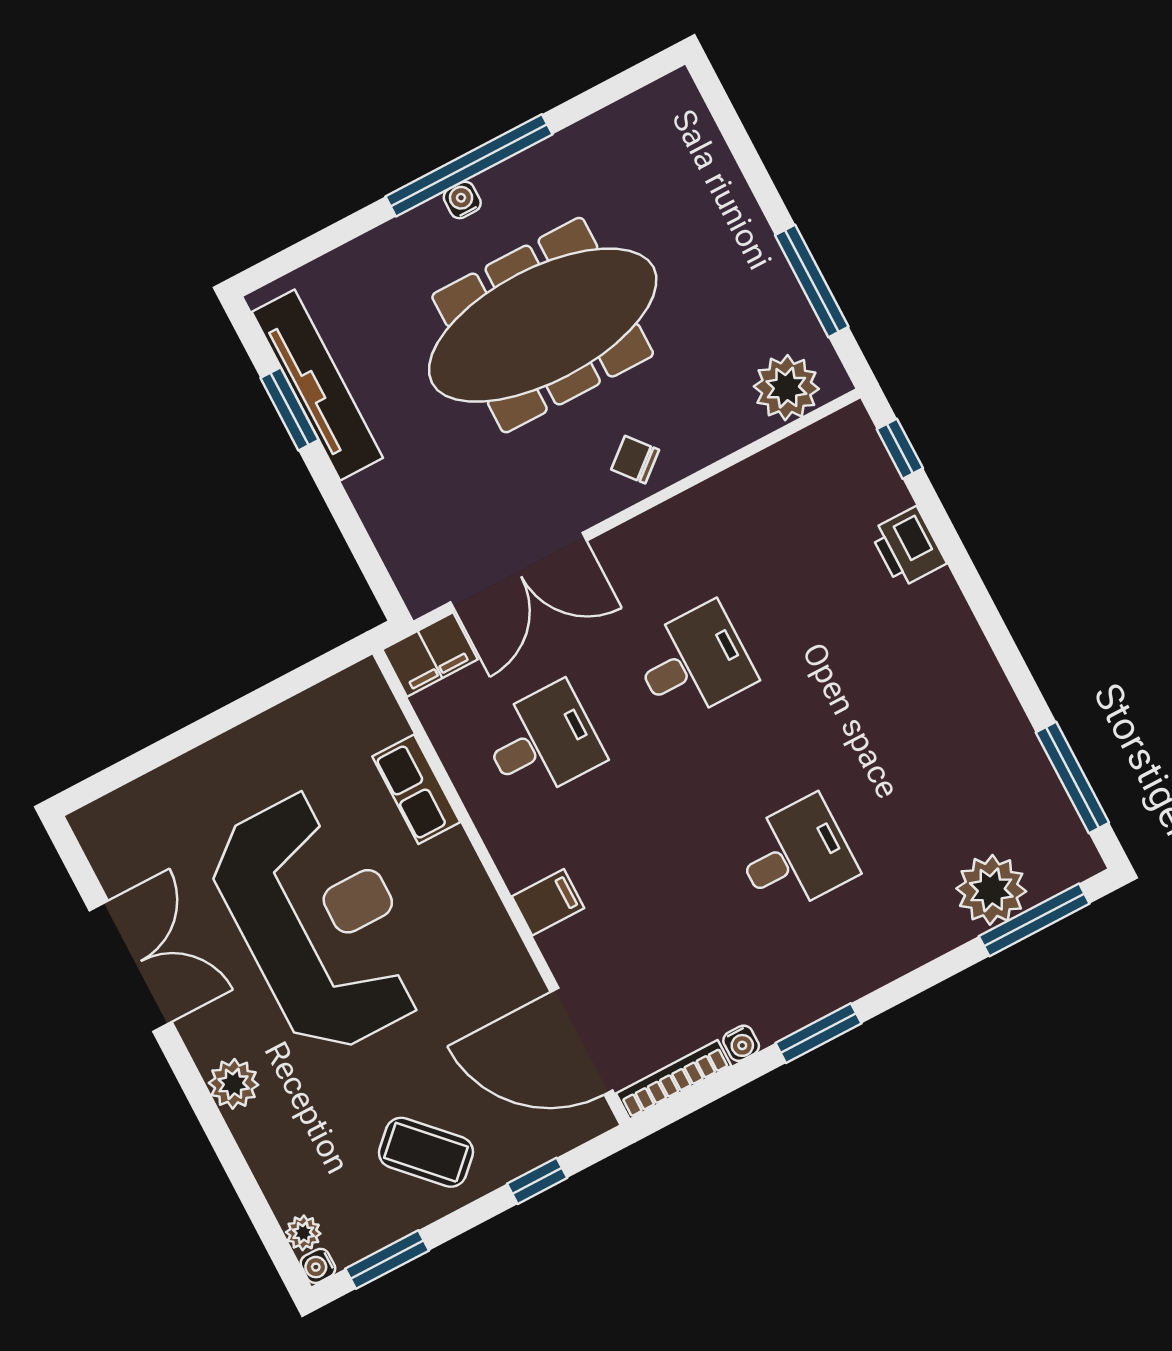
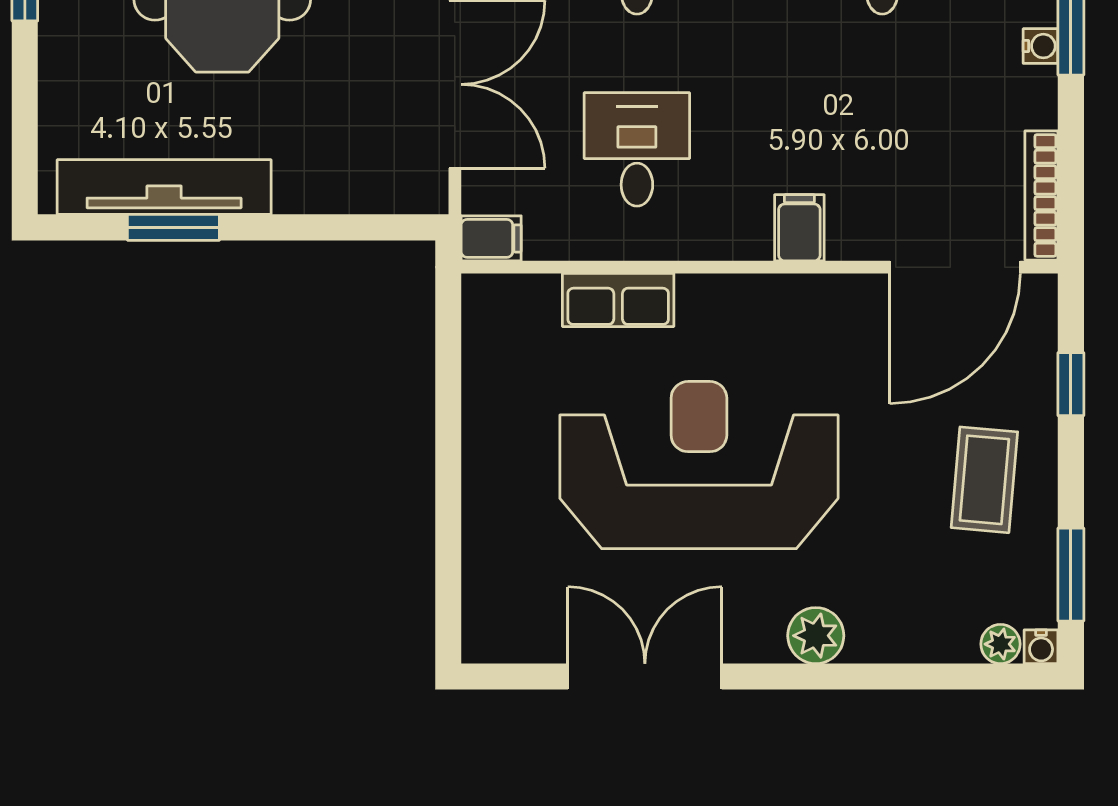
filing cabinet: (430, 654) -> (491, 238), width x0.50
water cooler: (741, 1043) -> (1041, 46), moved
coffee table: (426, 1152) -> (984, 480), turned -41

